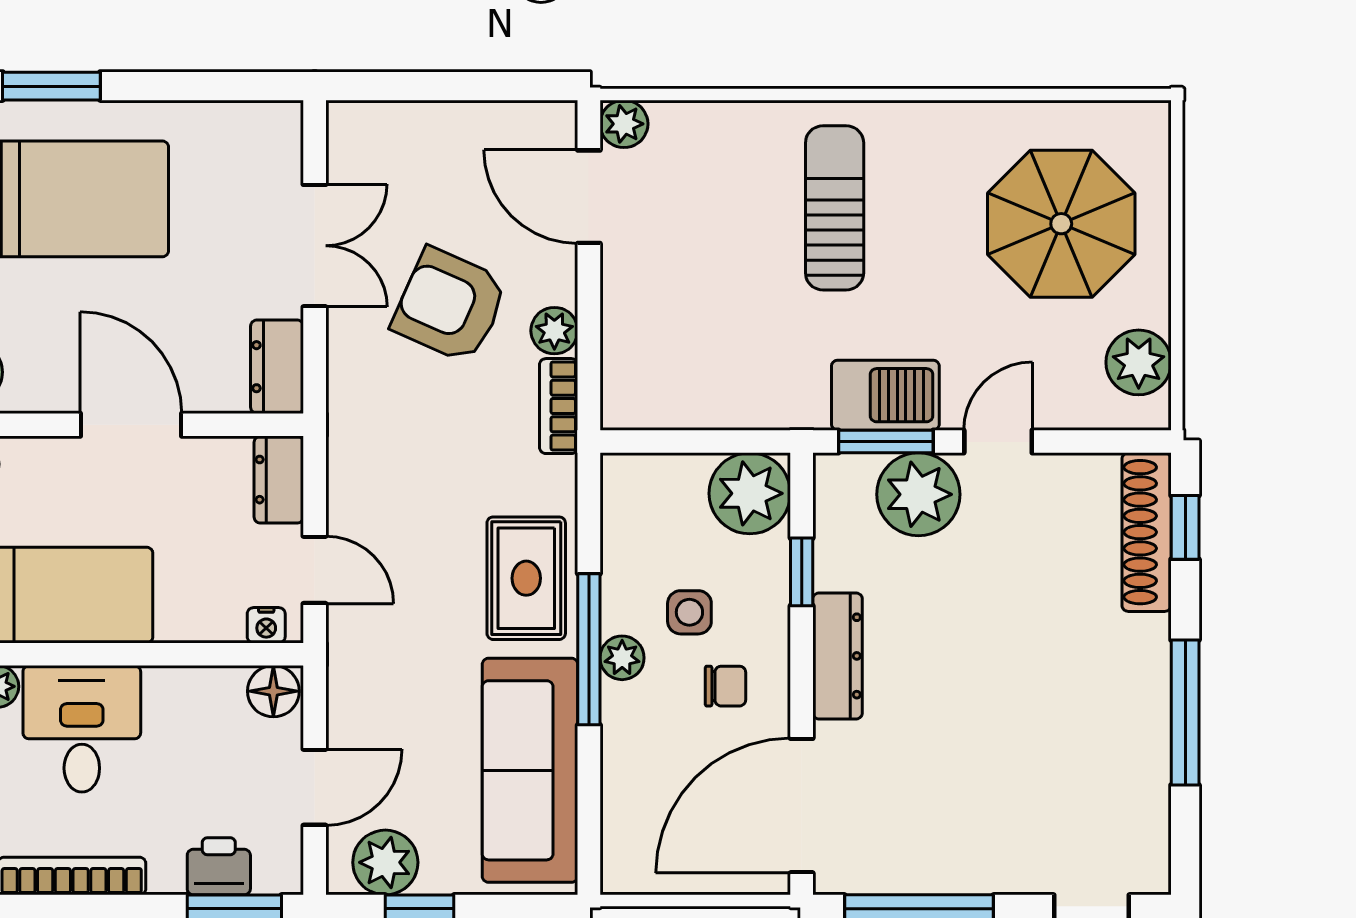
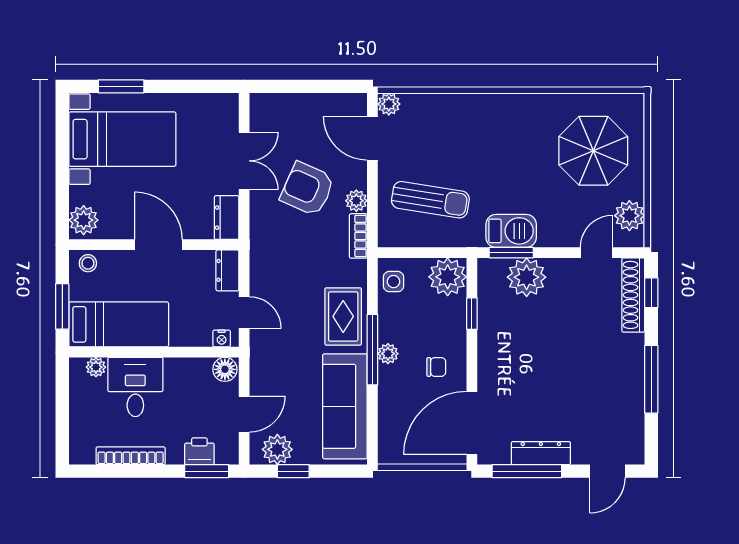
sun lounger: (835, 208) -> (430, 200), moved, turned 99
door: (998, 442) -> (596, 253), moved
side table: (689, 612) -> (393, 282), moved
dresser: (838, 656) -> (541, 453), moved, turned -90

